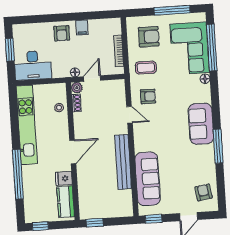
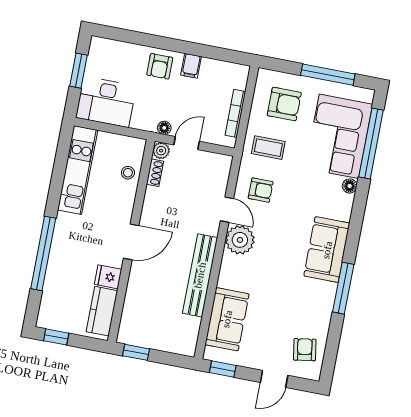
kitchen unit: (27, 125) -> (78, 170), width x0.73
plant: (143, 132) -> (240, 240), added
sofa: (148, 179) -> (227, 319), width x0.73

